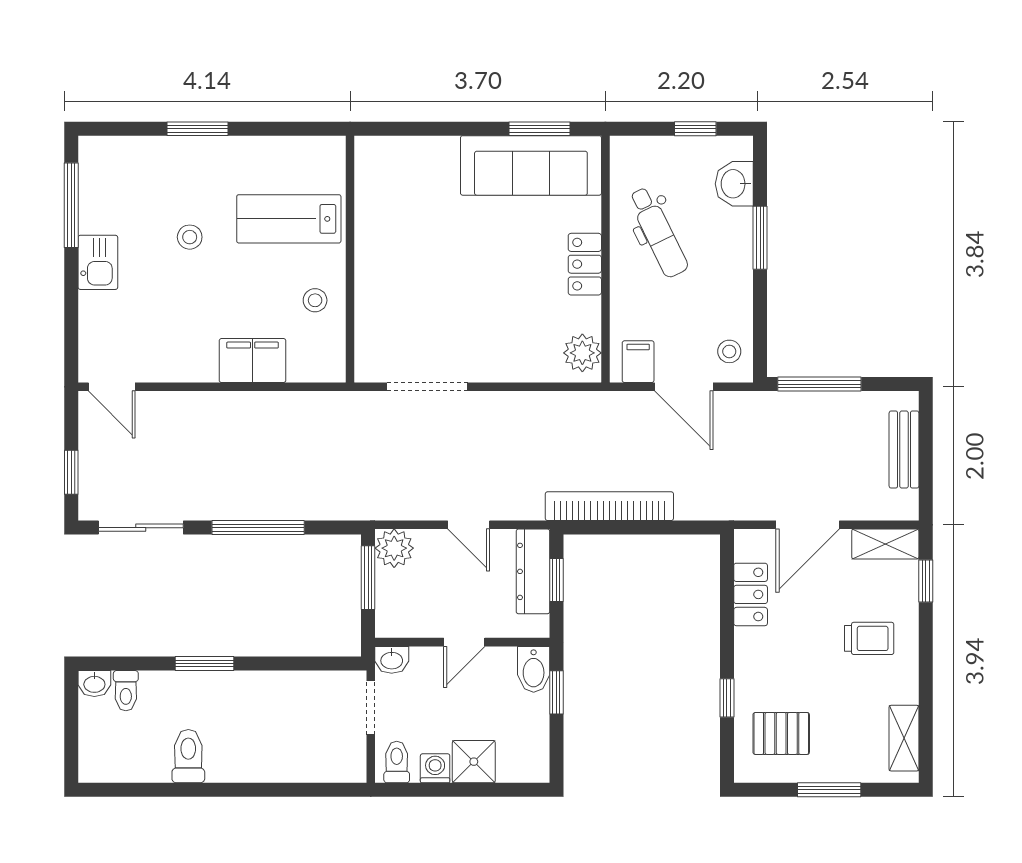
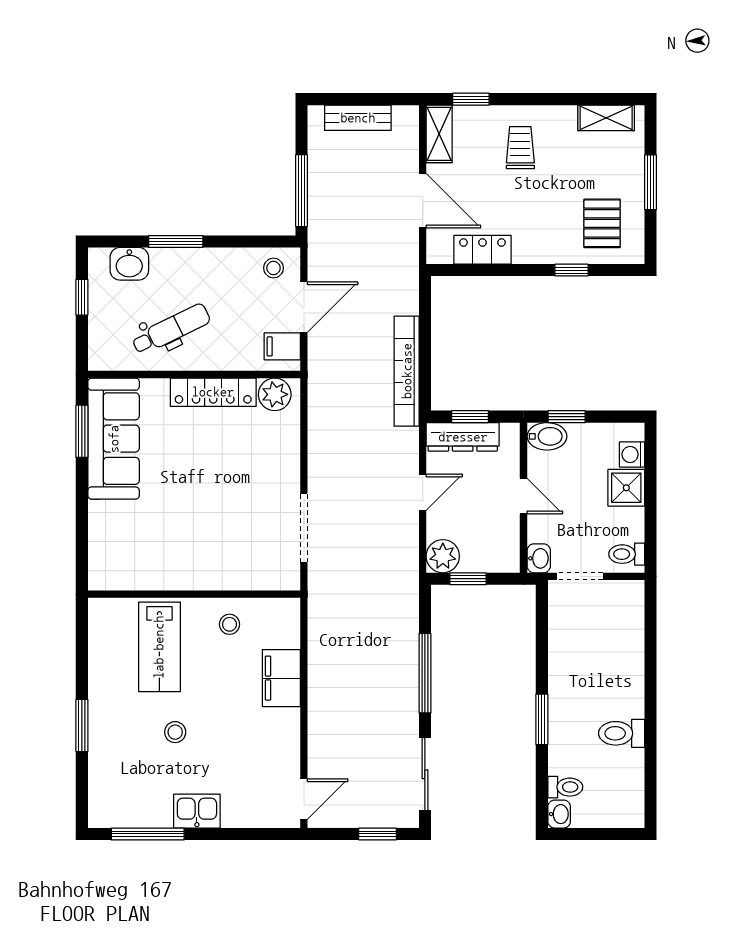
locker: (585, 264) -> (213, 392), width x1.53
window: (368, 578) -> (468, 579), width x0.67
washing machine: (435, 768) -> (632, 454), moved

